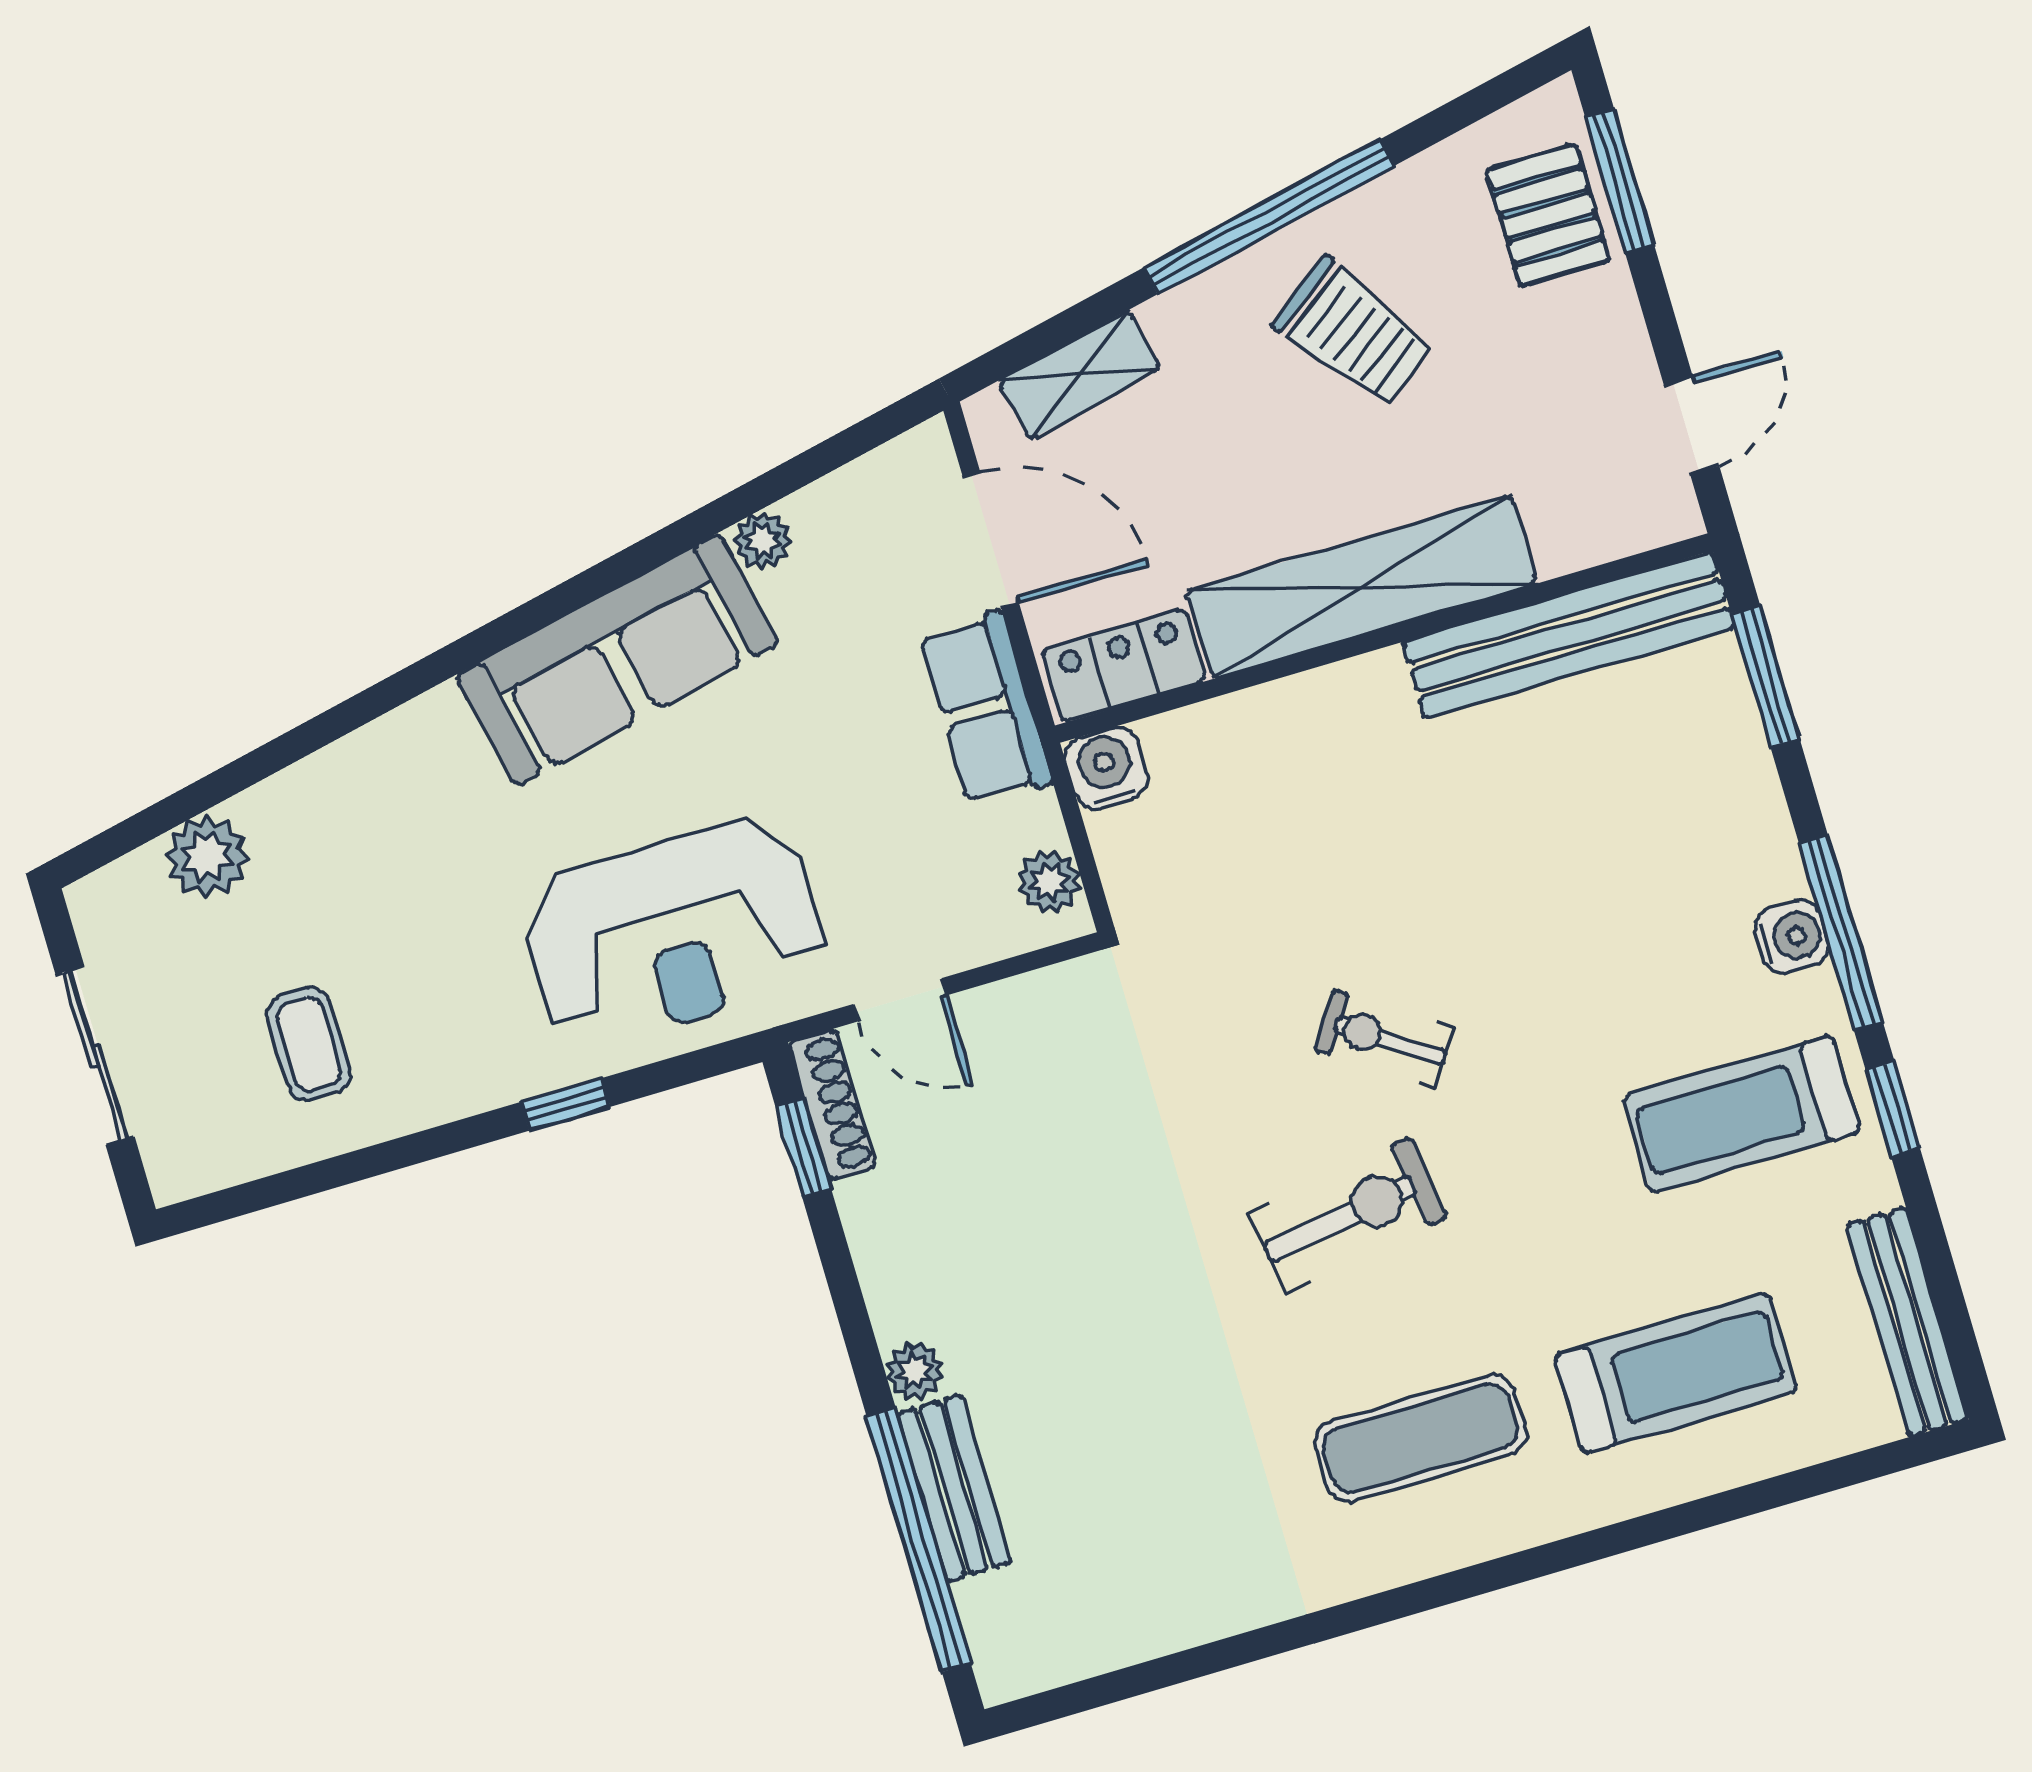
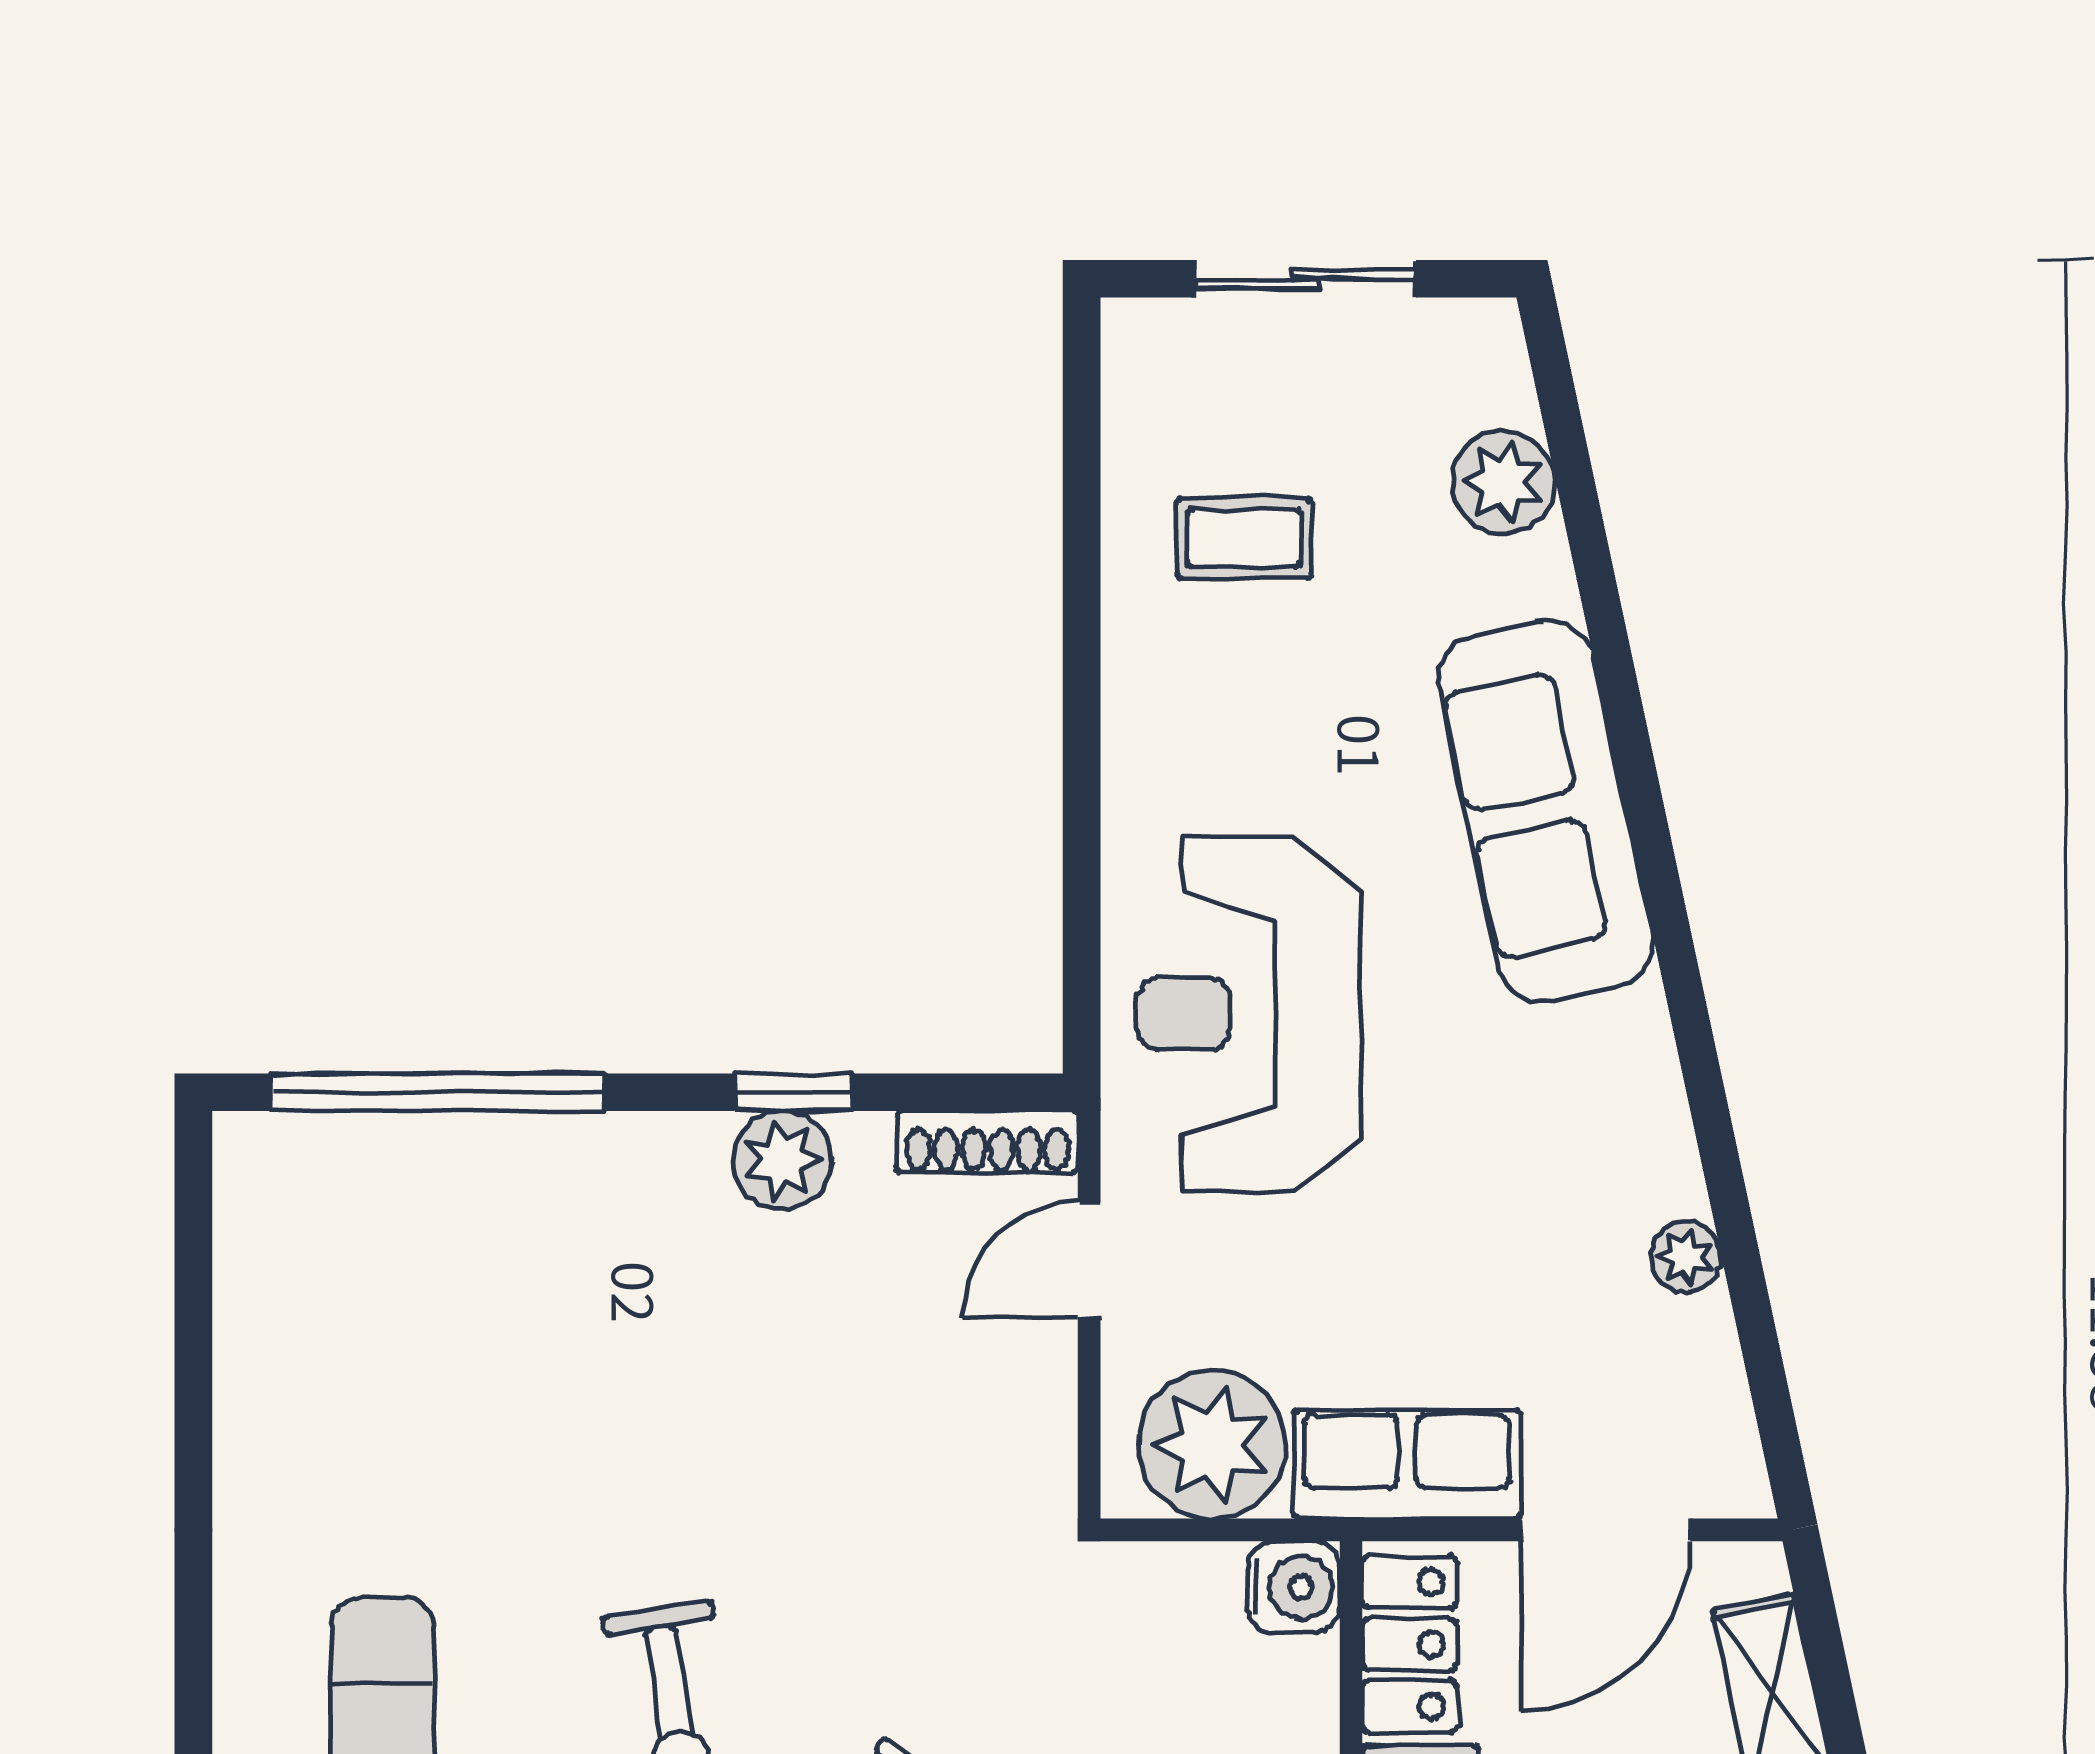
sofa: (617, 660) -> (1545, 811), moved
plant: (1049, 882) -> (1212, 1445), width x1.88, depth x1.88
window: (565, 1104) -> (1082, 823), removed
window: (803, 1148) -> (793, 1092), moved
plant: (915, 1371) -> (782, 1160), moved, width x1.38, depth x1.38
bench: (954, 1488) -> (487, 1153), removed

